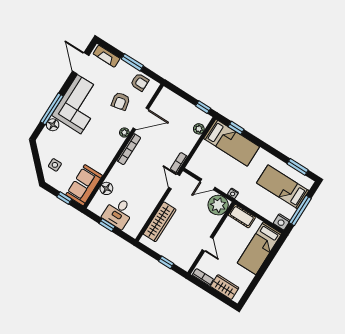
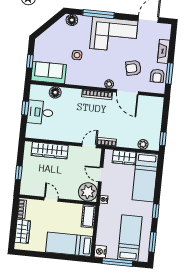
fireplace: (107, 56) -> (164, 51), moved
window: (132, 62) -> (169, 73), moved
floor lamp: (53, 125) -> (72, 20), moved
window: (236, 128) -> (156, 211), moved
wardrobe: (202, 153) -> (124, 157), added
side table: (55, 165) -> (77, 55), moved
door: (207, 244) -> (51, 199), swing flipped

